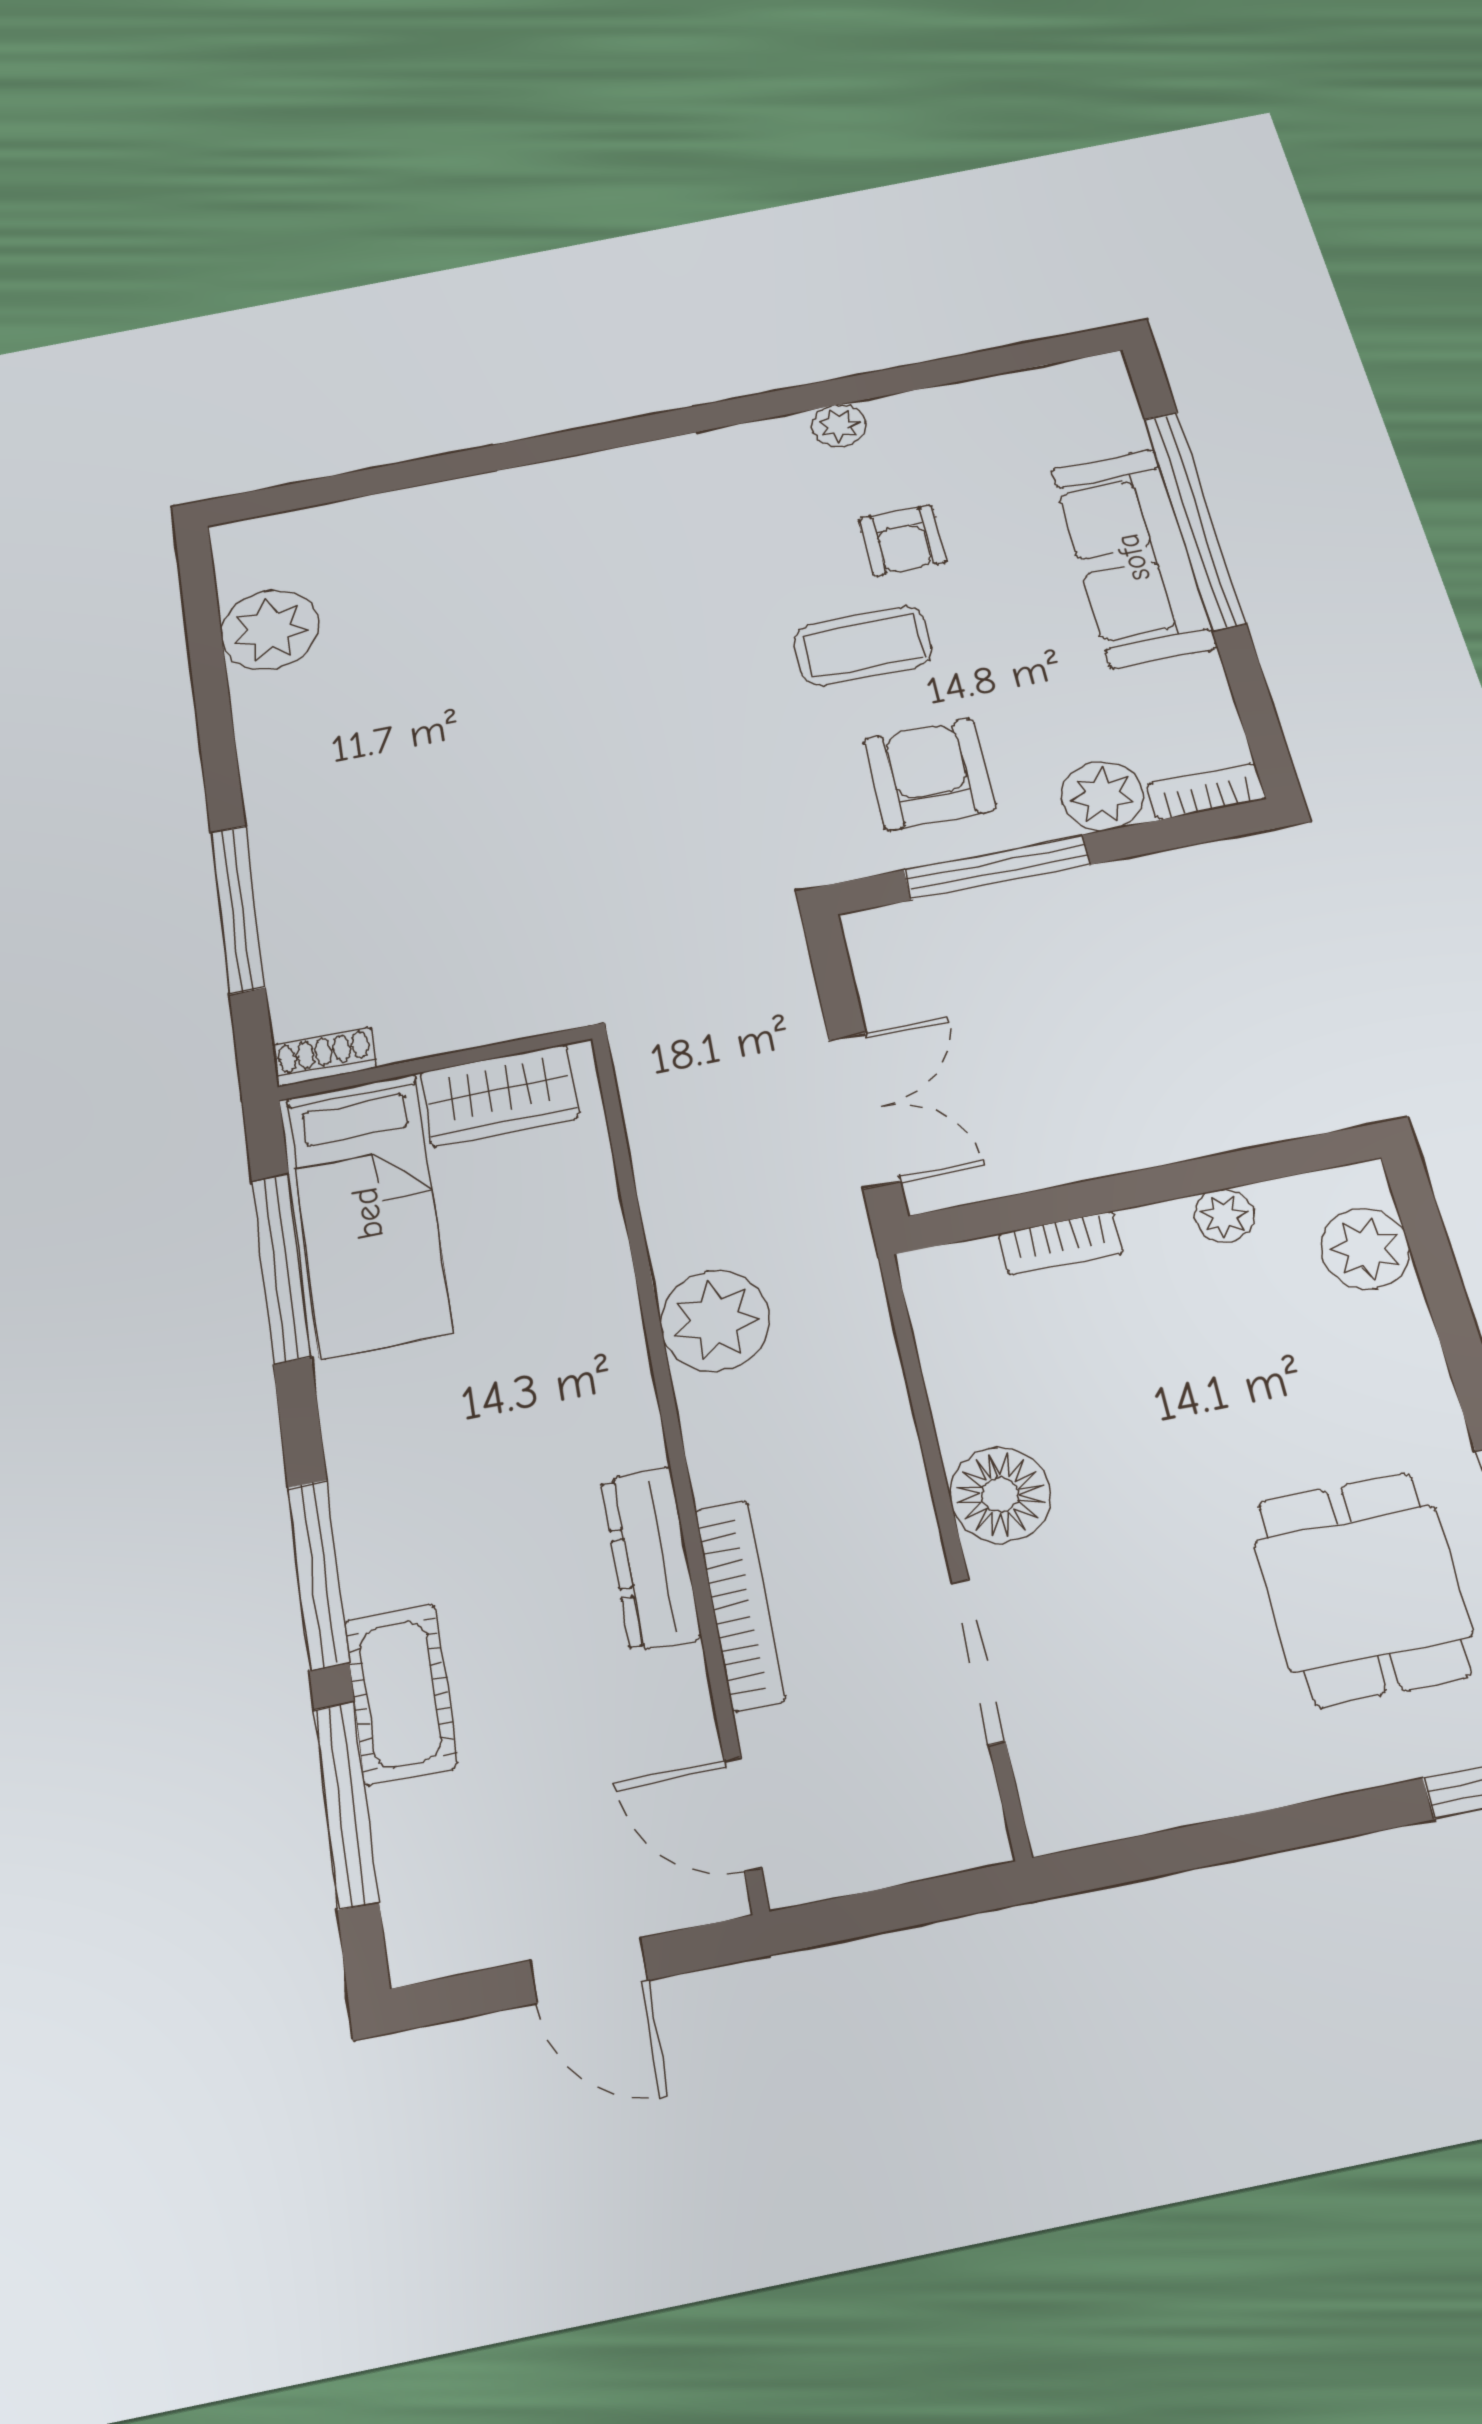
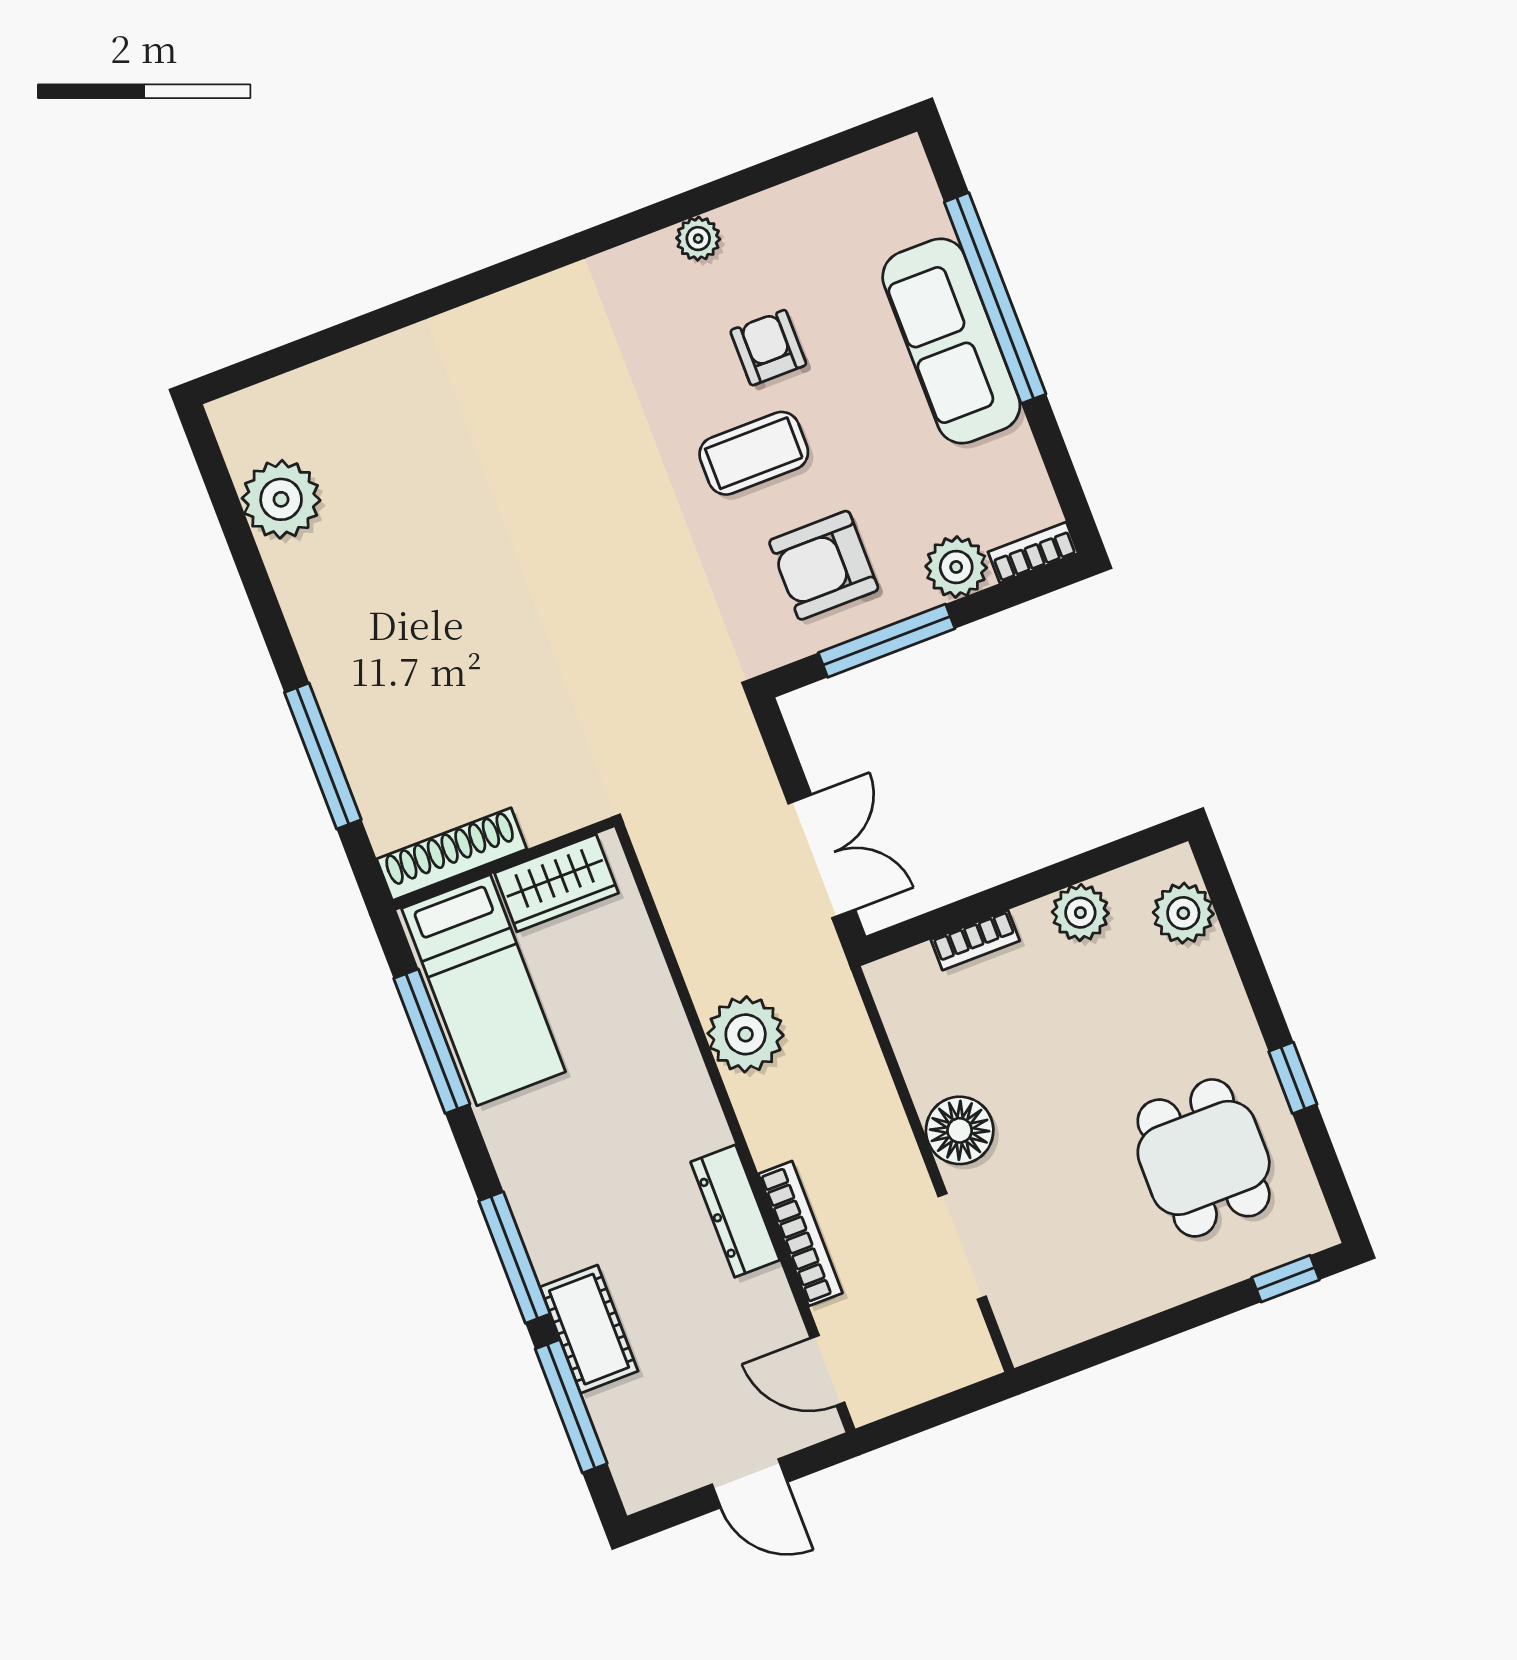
armchair: (902, 540) -> (768, 348), turned 180
armchair: (929, 774) -> (824, 565), turned -90
shoe rack: (324, 1057) -> (452, 854), width x1.94, depth x1.24
plant: (1224, 1216) -> (1080, 913), width x1.38, depth x1.38

